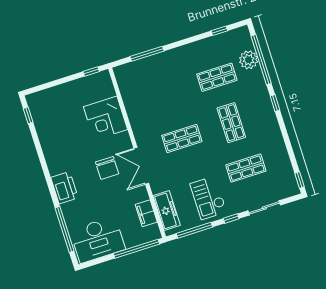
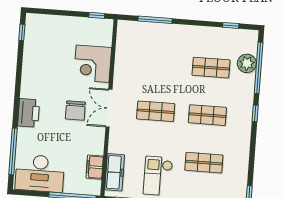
shop shelf: (231, 123) -> (207, 115), turned 90
double door: (141, 166) -> (109, 108), moved

